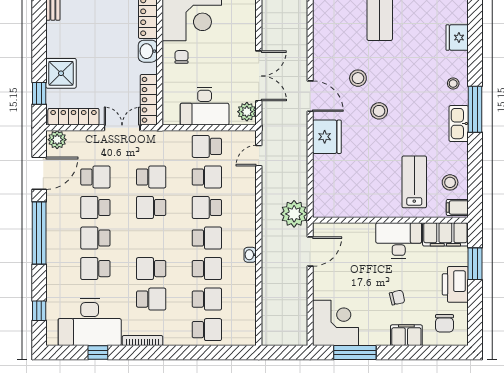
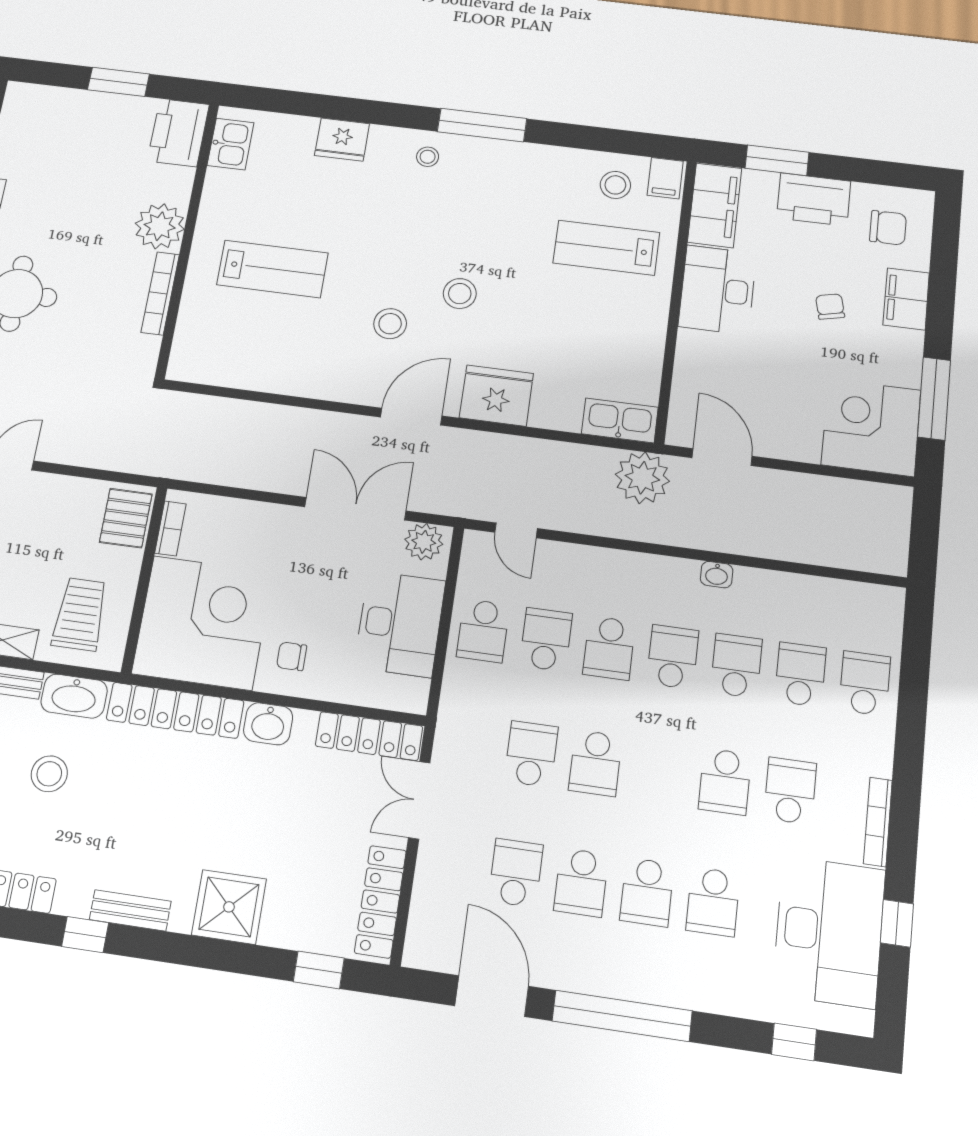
shower: (61, 73) -> (229, 907), moved
kitchen sink: (459, 124) -> (620, 420), moved, turned 180
plant: (57, 140) -> (424, 945), removed

